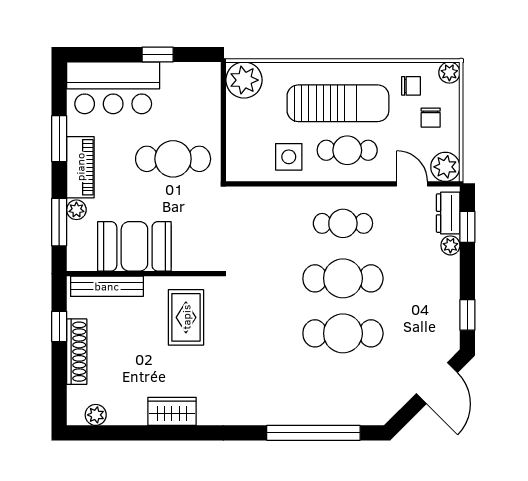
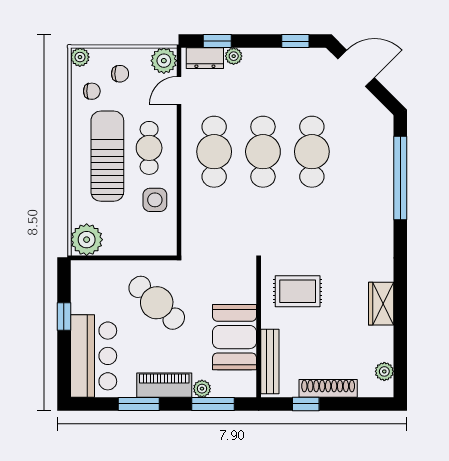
chair: (411, 86) -> (92, 91), turned 90
cafe table: (173, 159) -> (157, 303), turned -47
cafe table: (343, 223) -> (214, 152), width x1.37, depth x1.35

